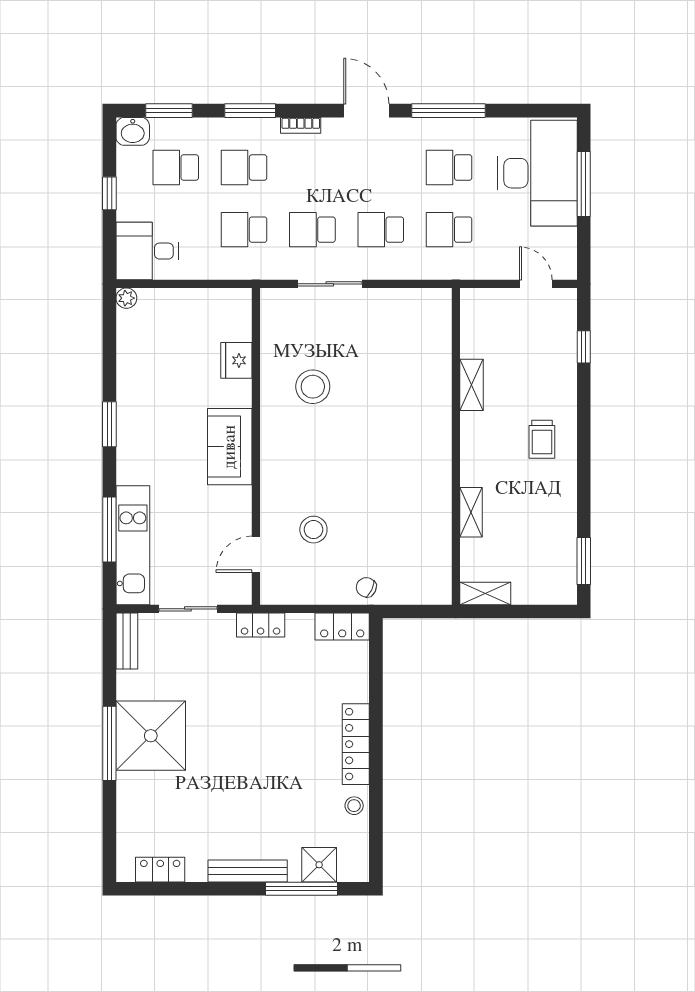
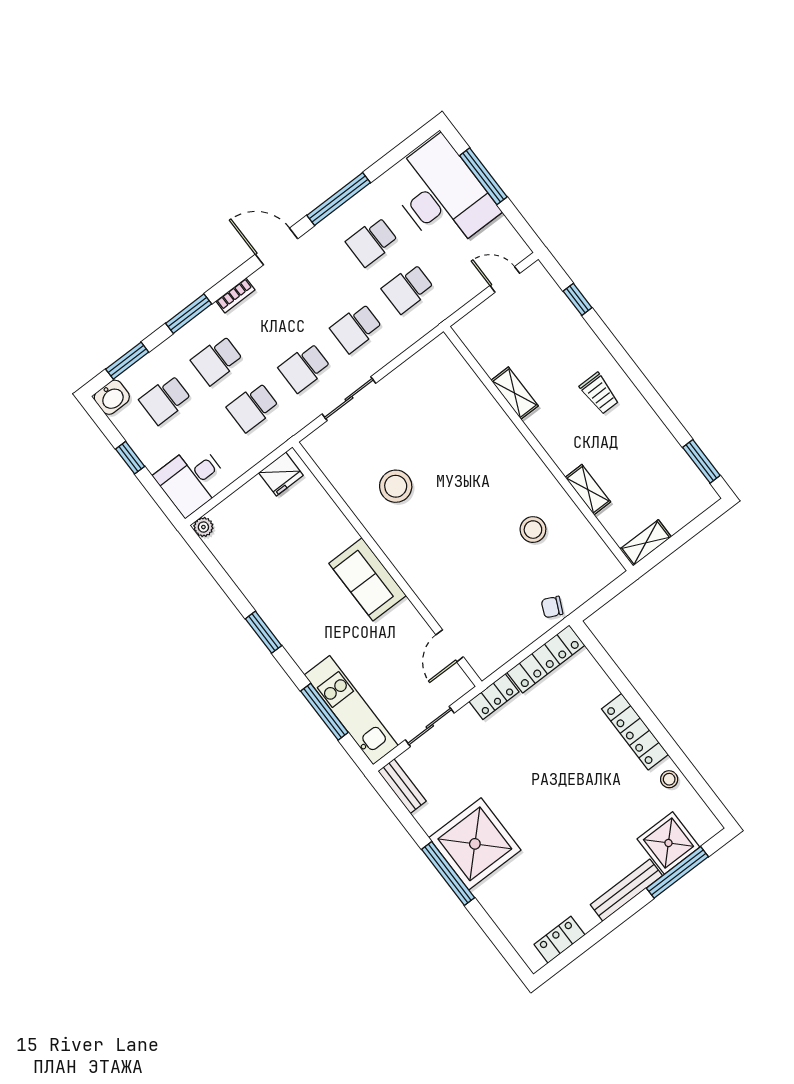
fridge: (236, 360) -> (281, 474), moved, turned -90
stool: (313, 530) -> (533, 530), moved
locker: (342, 627) -> (546, 659), width x1.53
shower: (319, 865) -> (668, 843), width x1.36, depth x1.36

